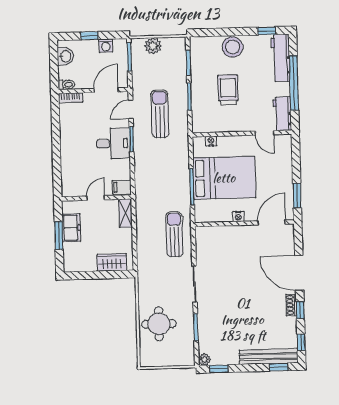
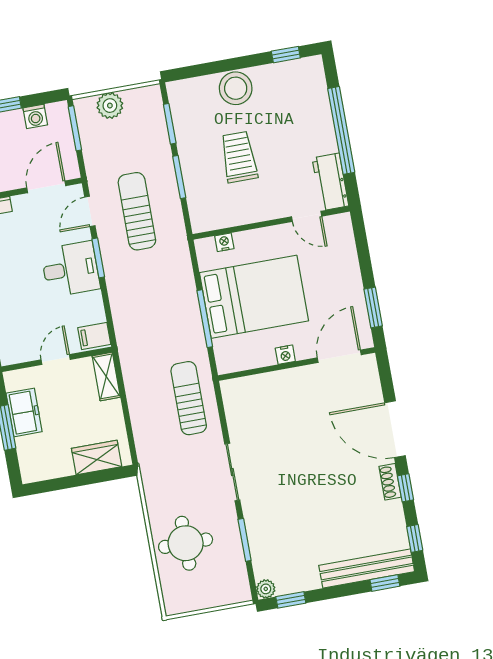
workbench: (281, 58) -> (314, 94), removed

